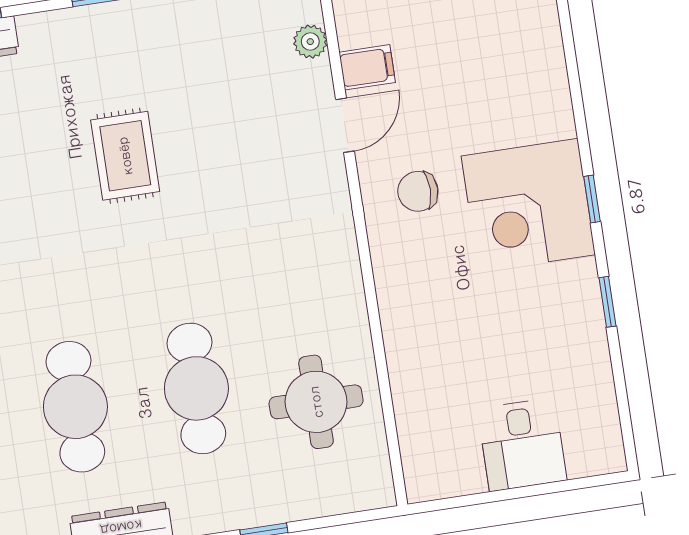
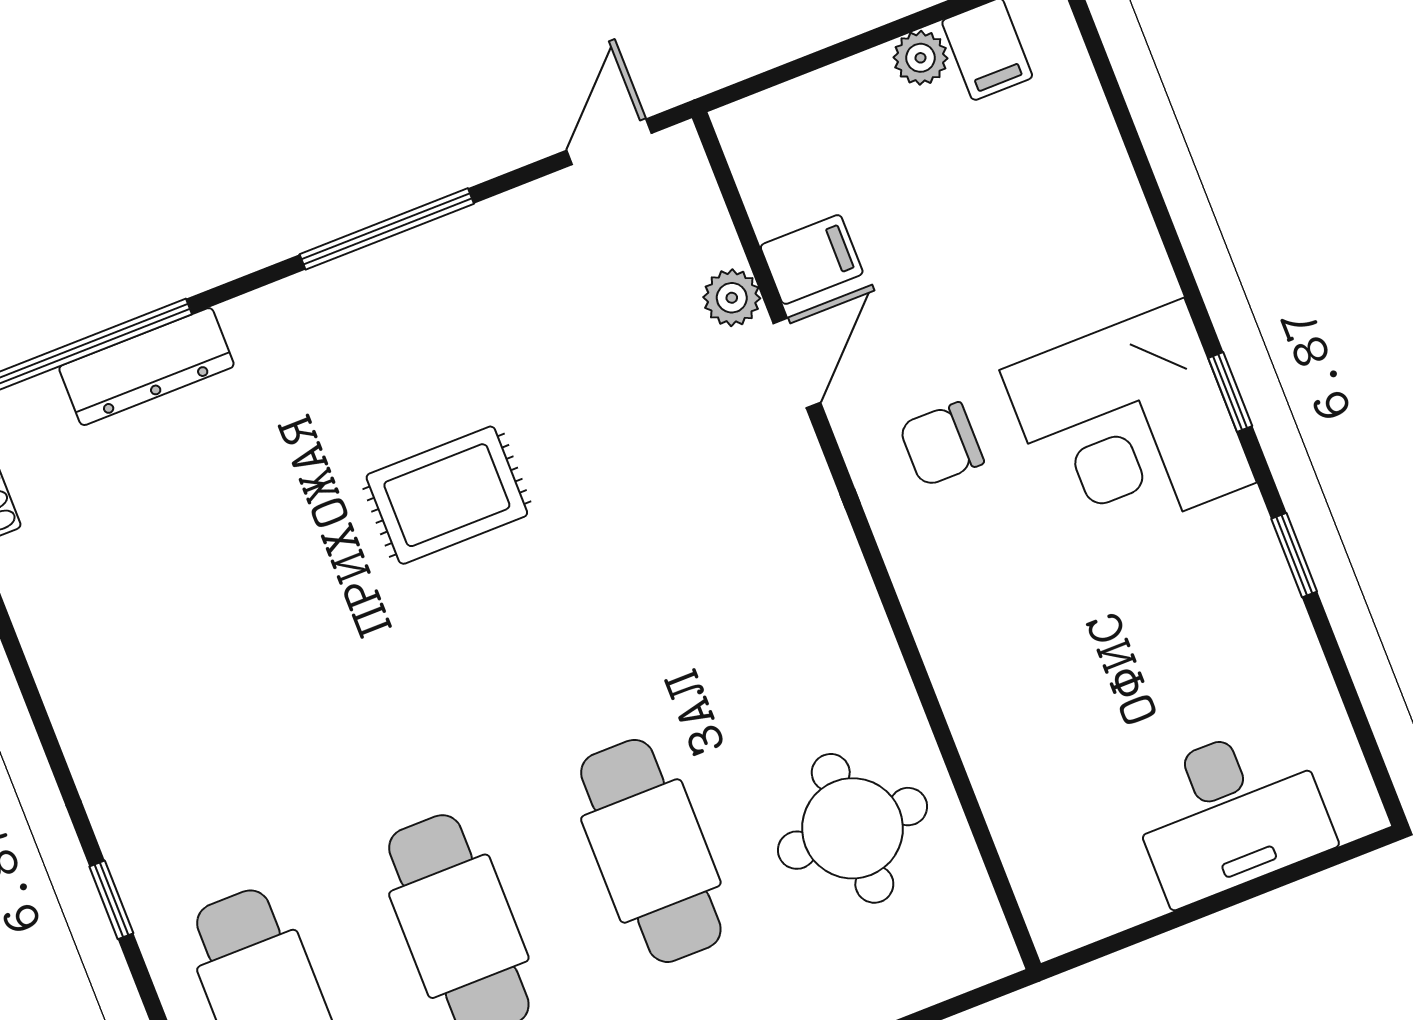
plant: (310, 42) -> (732, 298), moved
rug: (125, 156) -> (447, 495), turned 90
desk: (522, 445) -> (1230, 813), width x1.37

